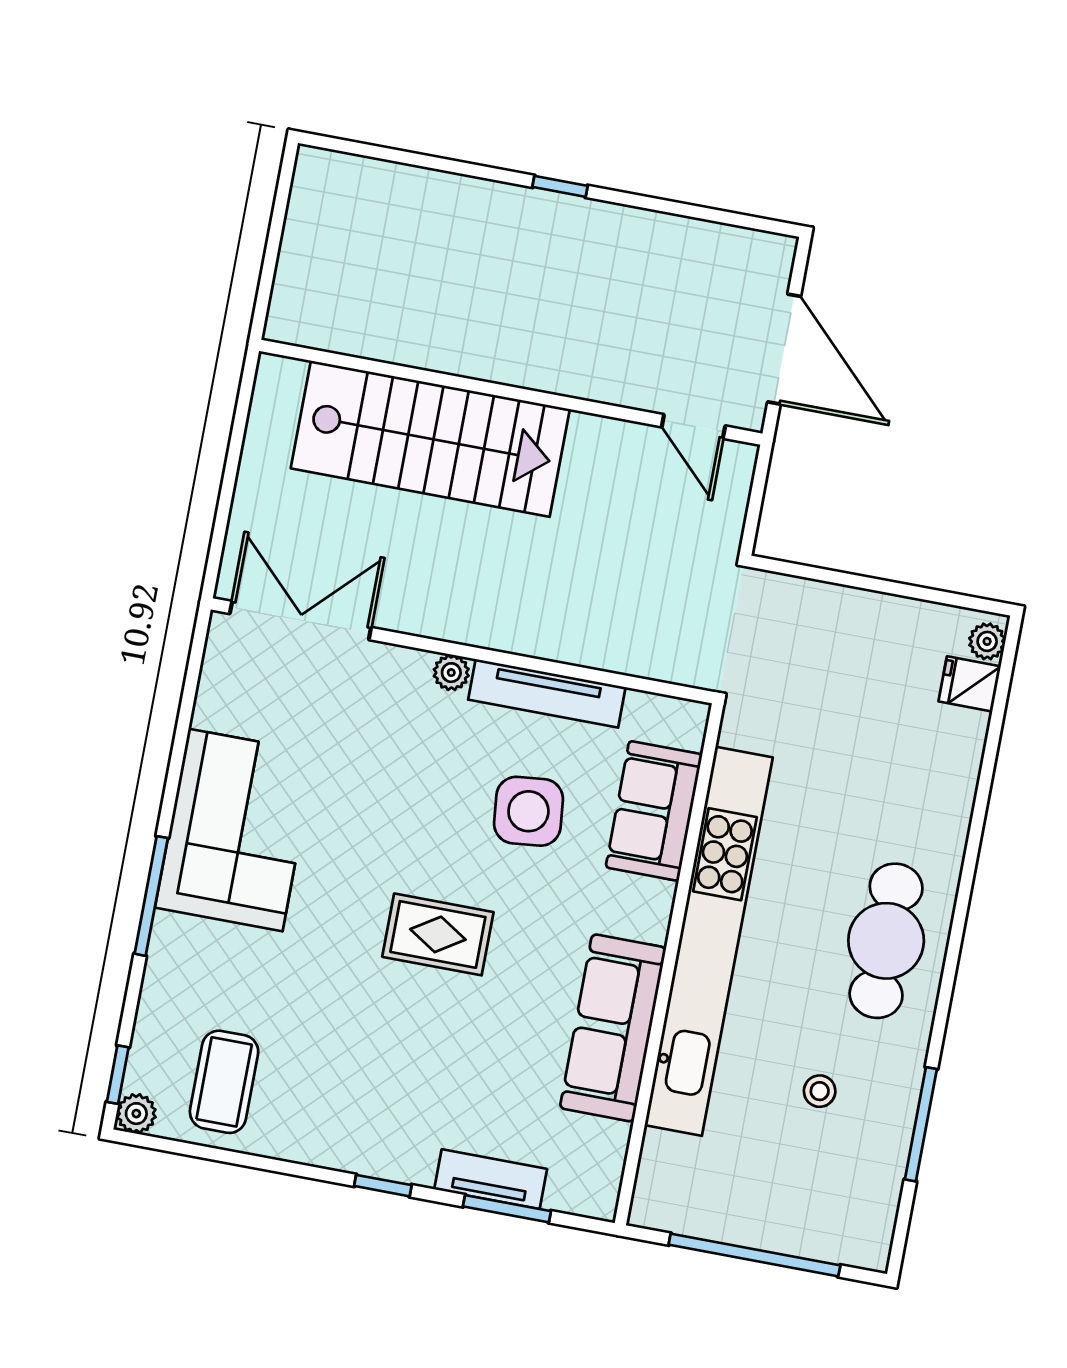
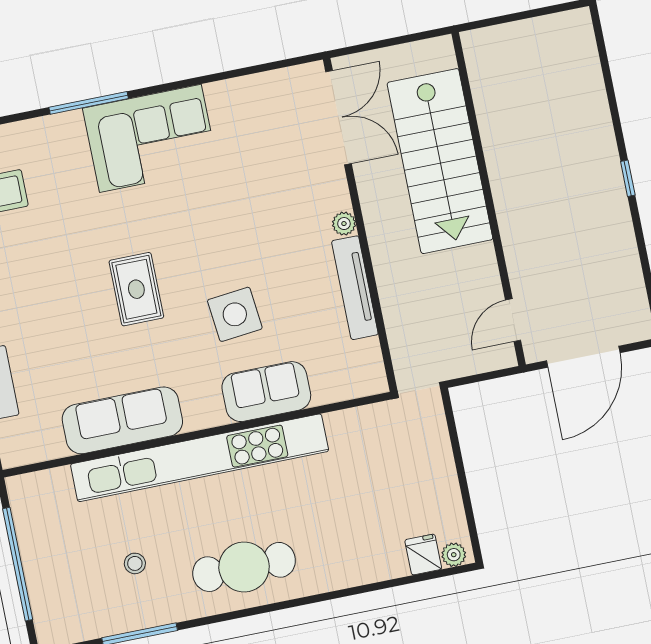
double door: (300, 620) -> (338, 118), moved
wall: (462, 651) -> (360, 225), moved
plant: (451, 673) -> (344, 224), moved
tv unit: (547, 693) -> (355, 288), moved

